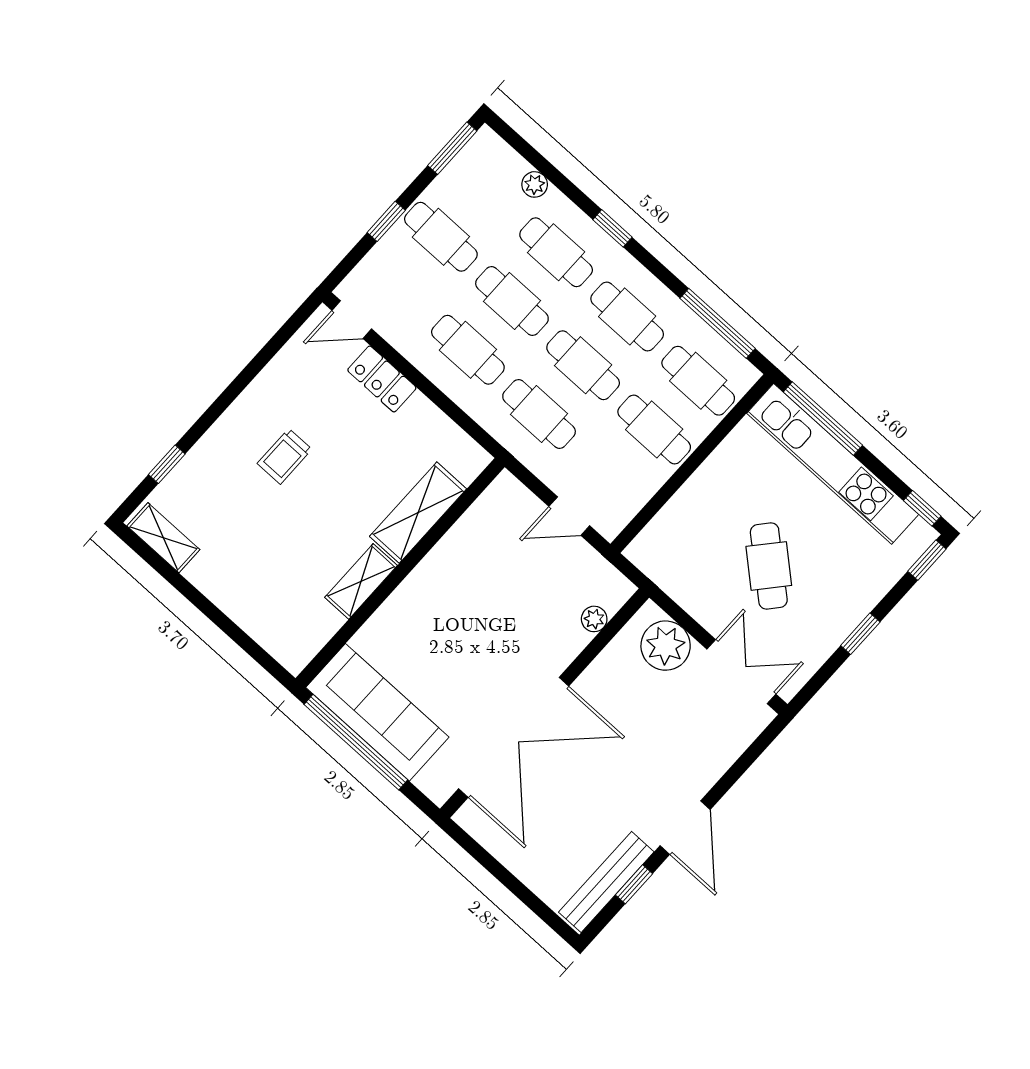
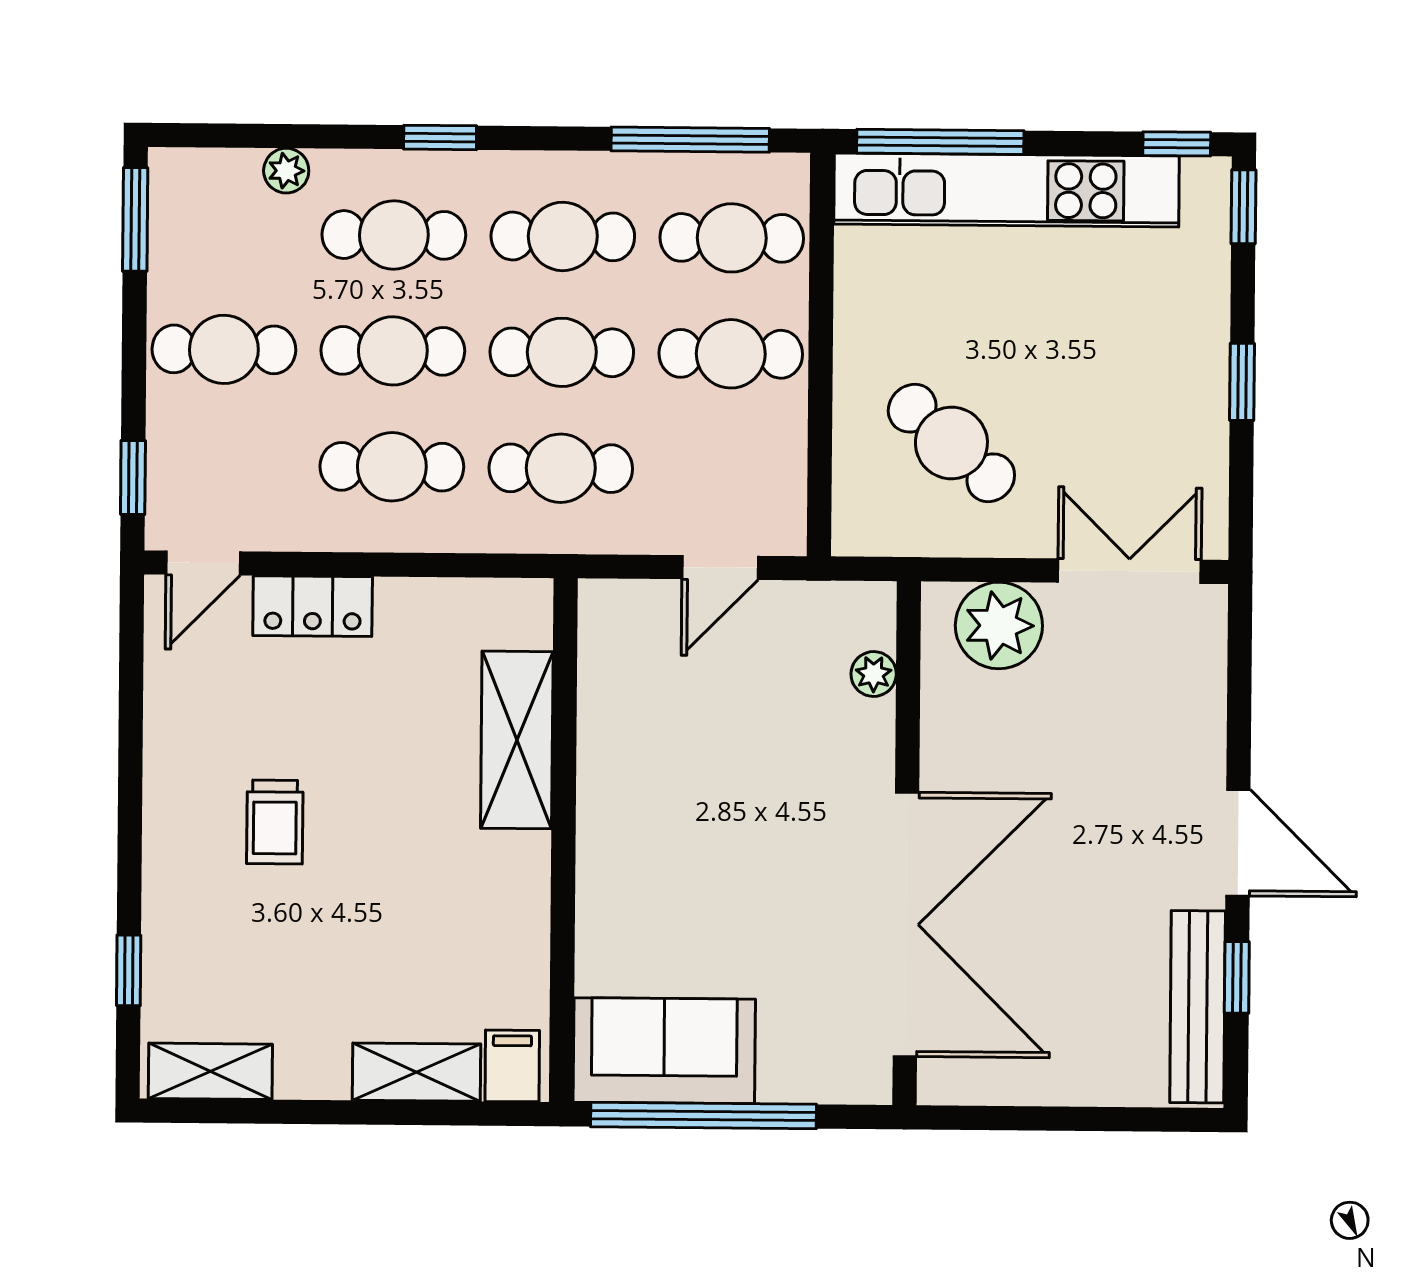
window: (386, 221) -> (133, 477), moved
cafe table: (769, 566) -> (951, 443), moved
shelving: (361, 581) -> (417, 1072), moved, turned 90
filing cabinet: (293, 649) -> (512, 1066), added
sofa: (377, 712) -> (664, 1051), width x0.73

